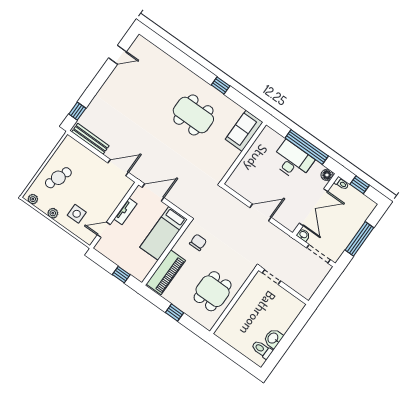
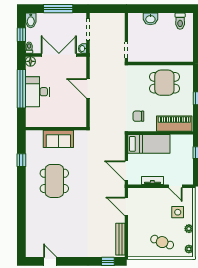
window: (221, 86) -> (21, 160), moved
sofa: (244, 131) -> (58, 139), moved
bidet: (367, 204) -> (31, 20), added
washbasin: (273, 338) -> (150, 19), moved

